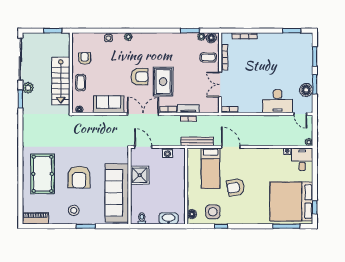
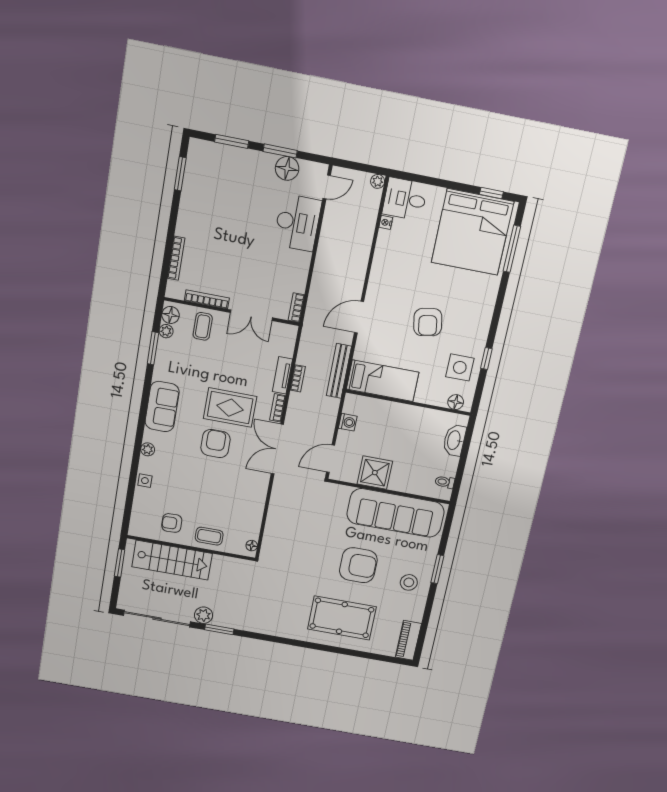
stairs: (61, 81) -> (172, 560), moved
sofa: (109, 104) -> (162, 407), moved, turned 180
bed: (211, 168) -> (383, 381), moved

